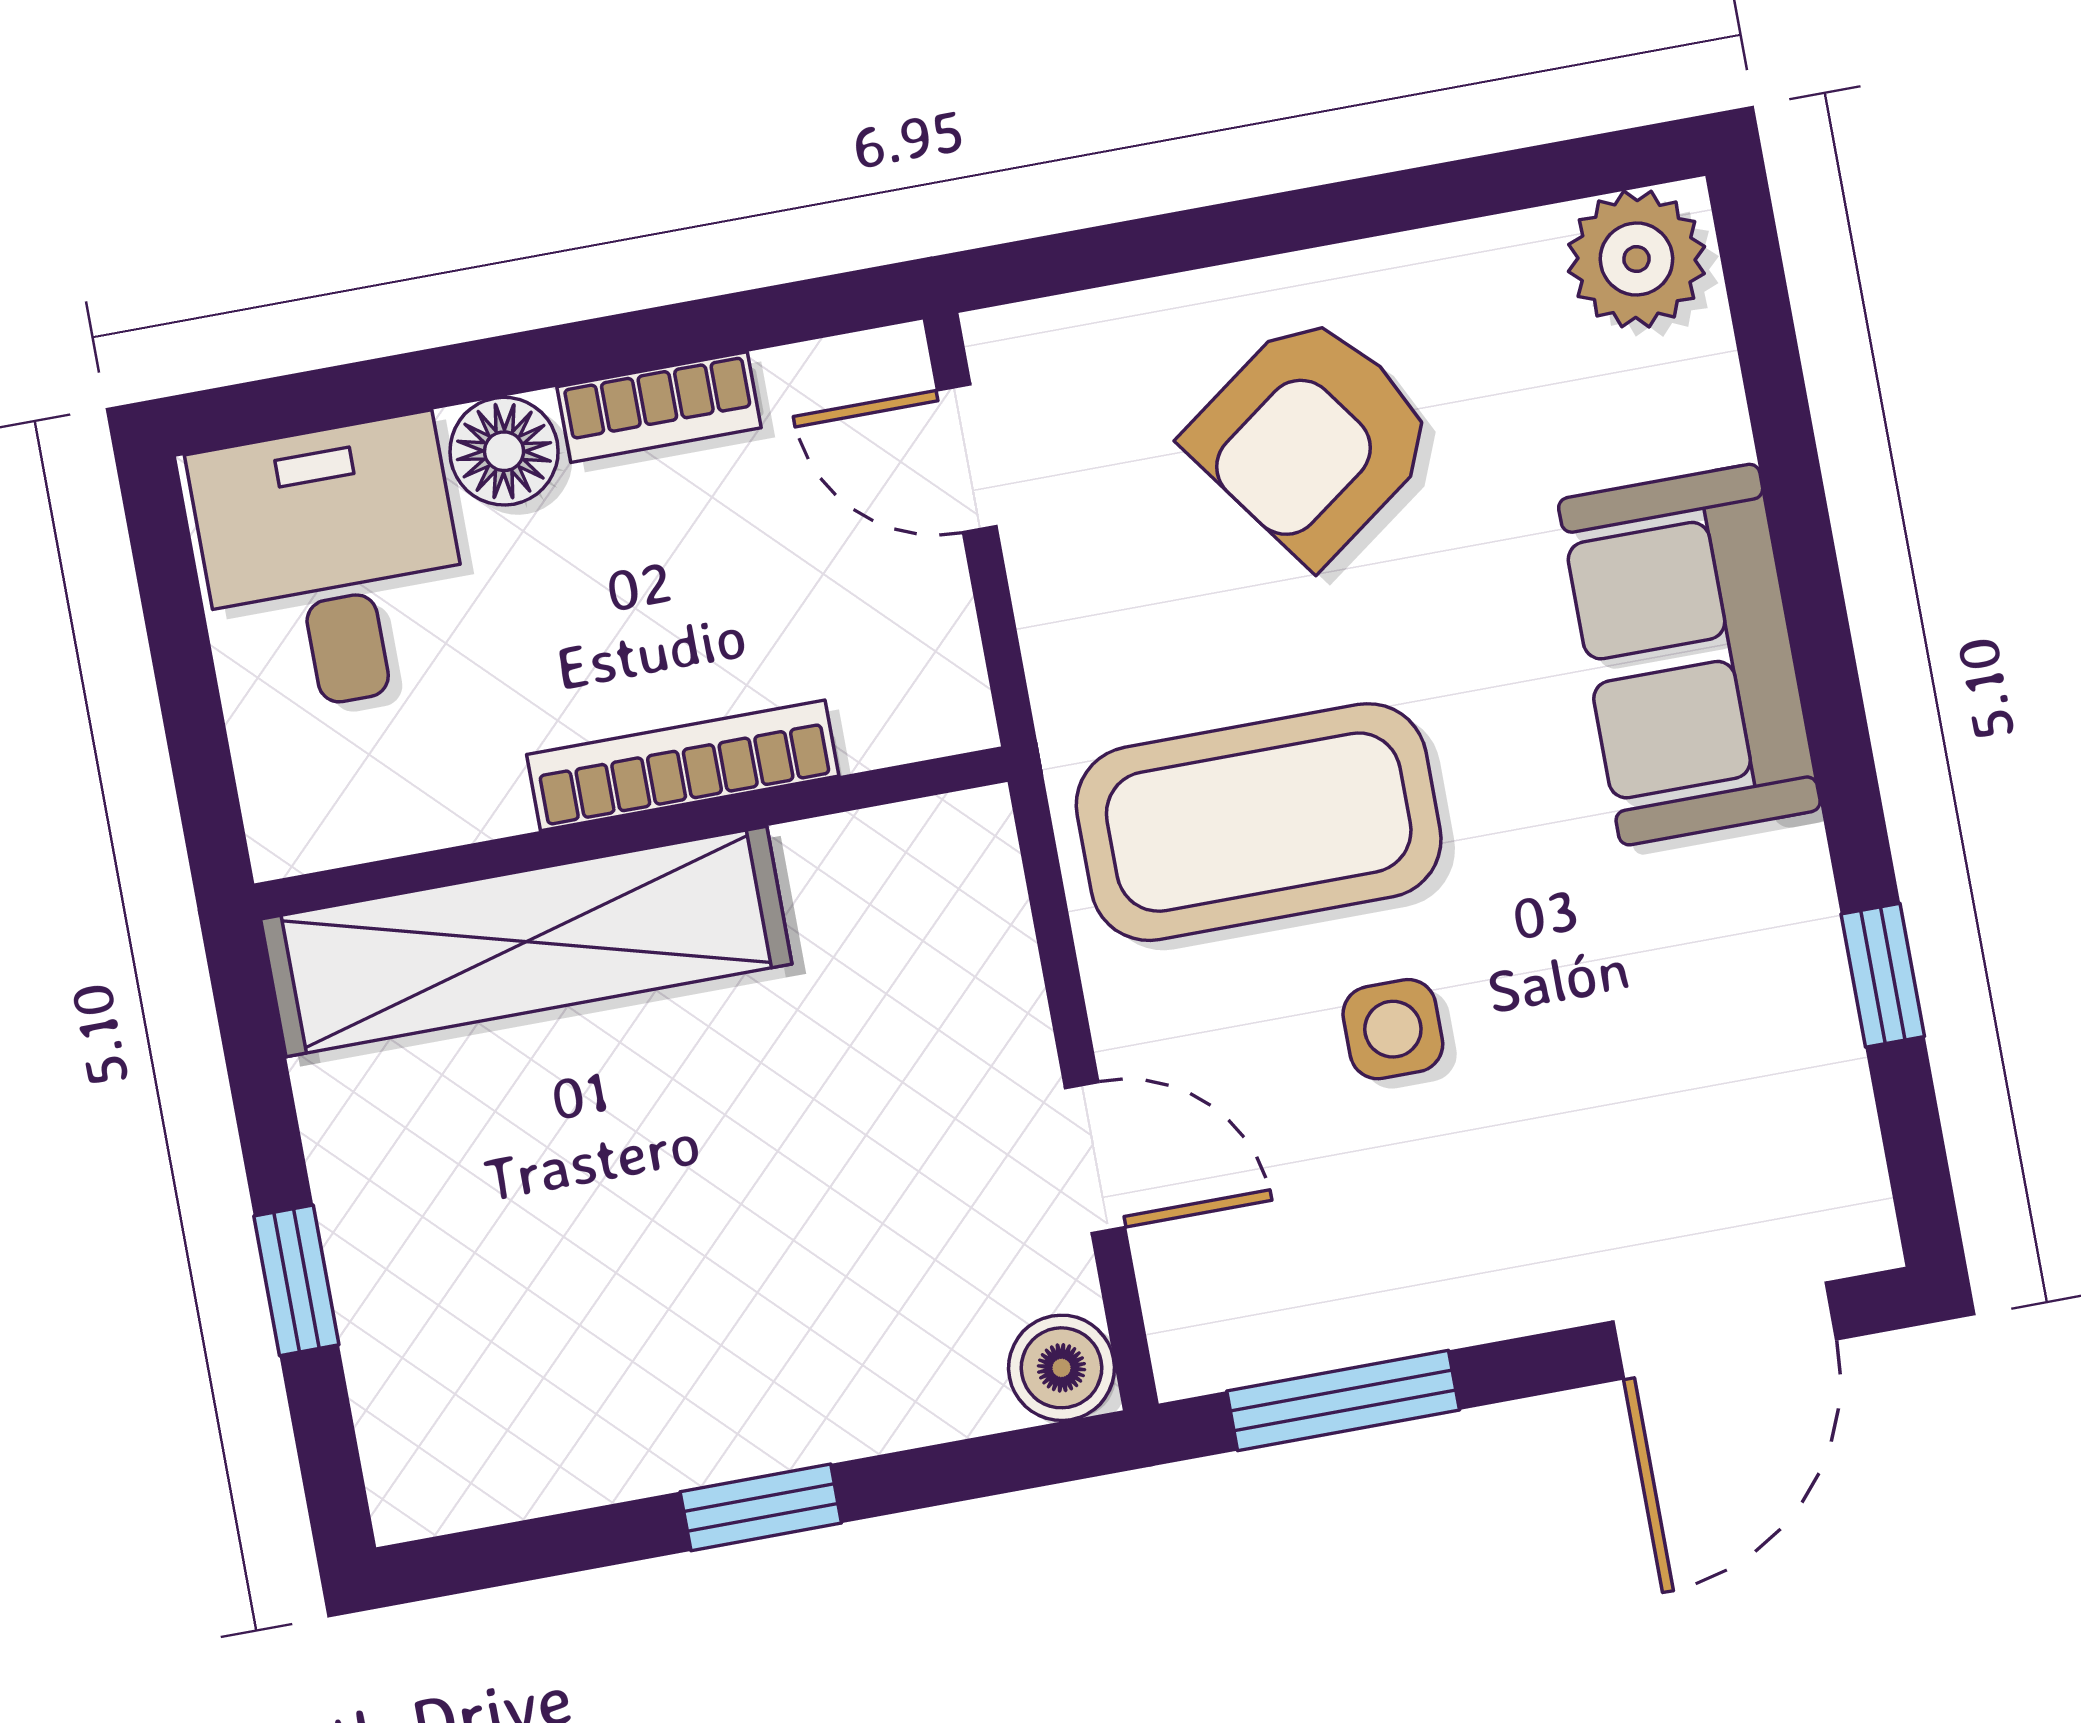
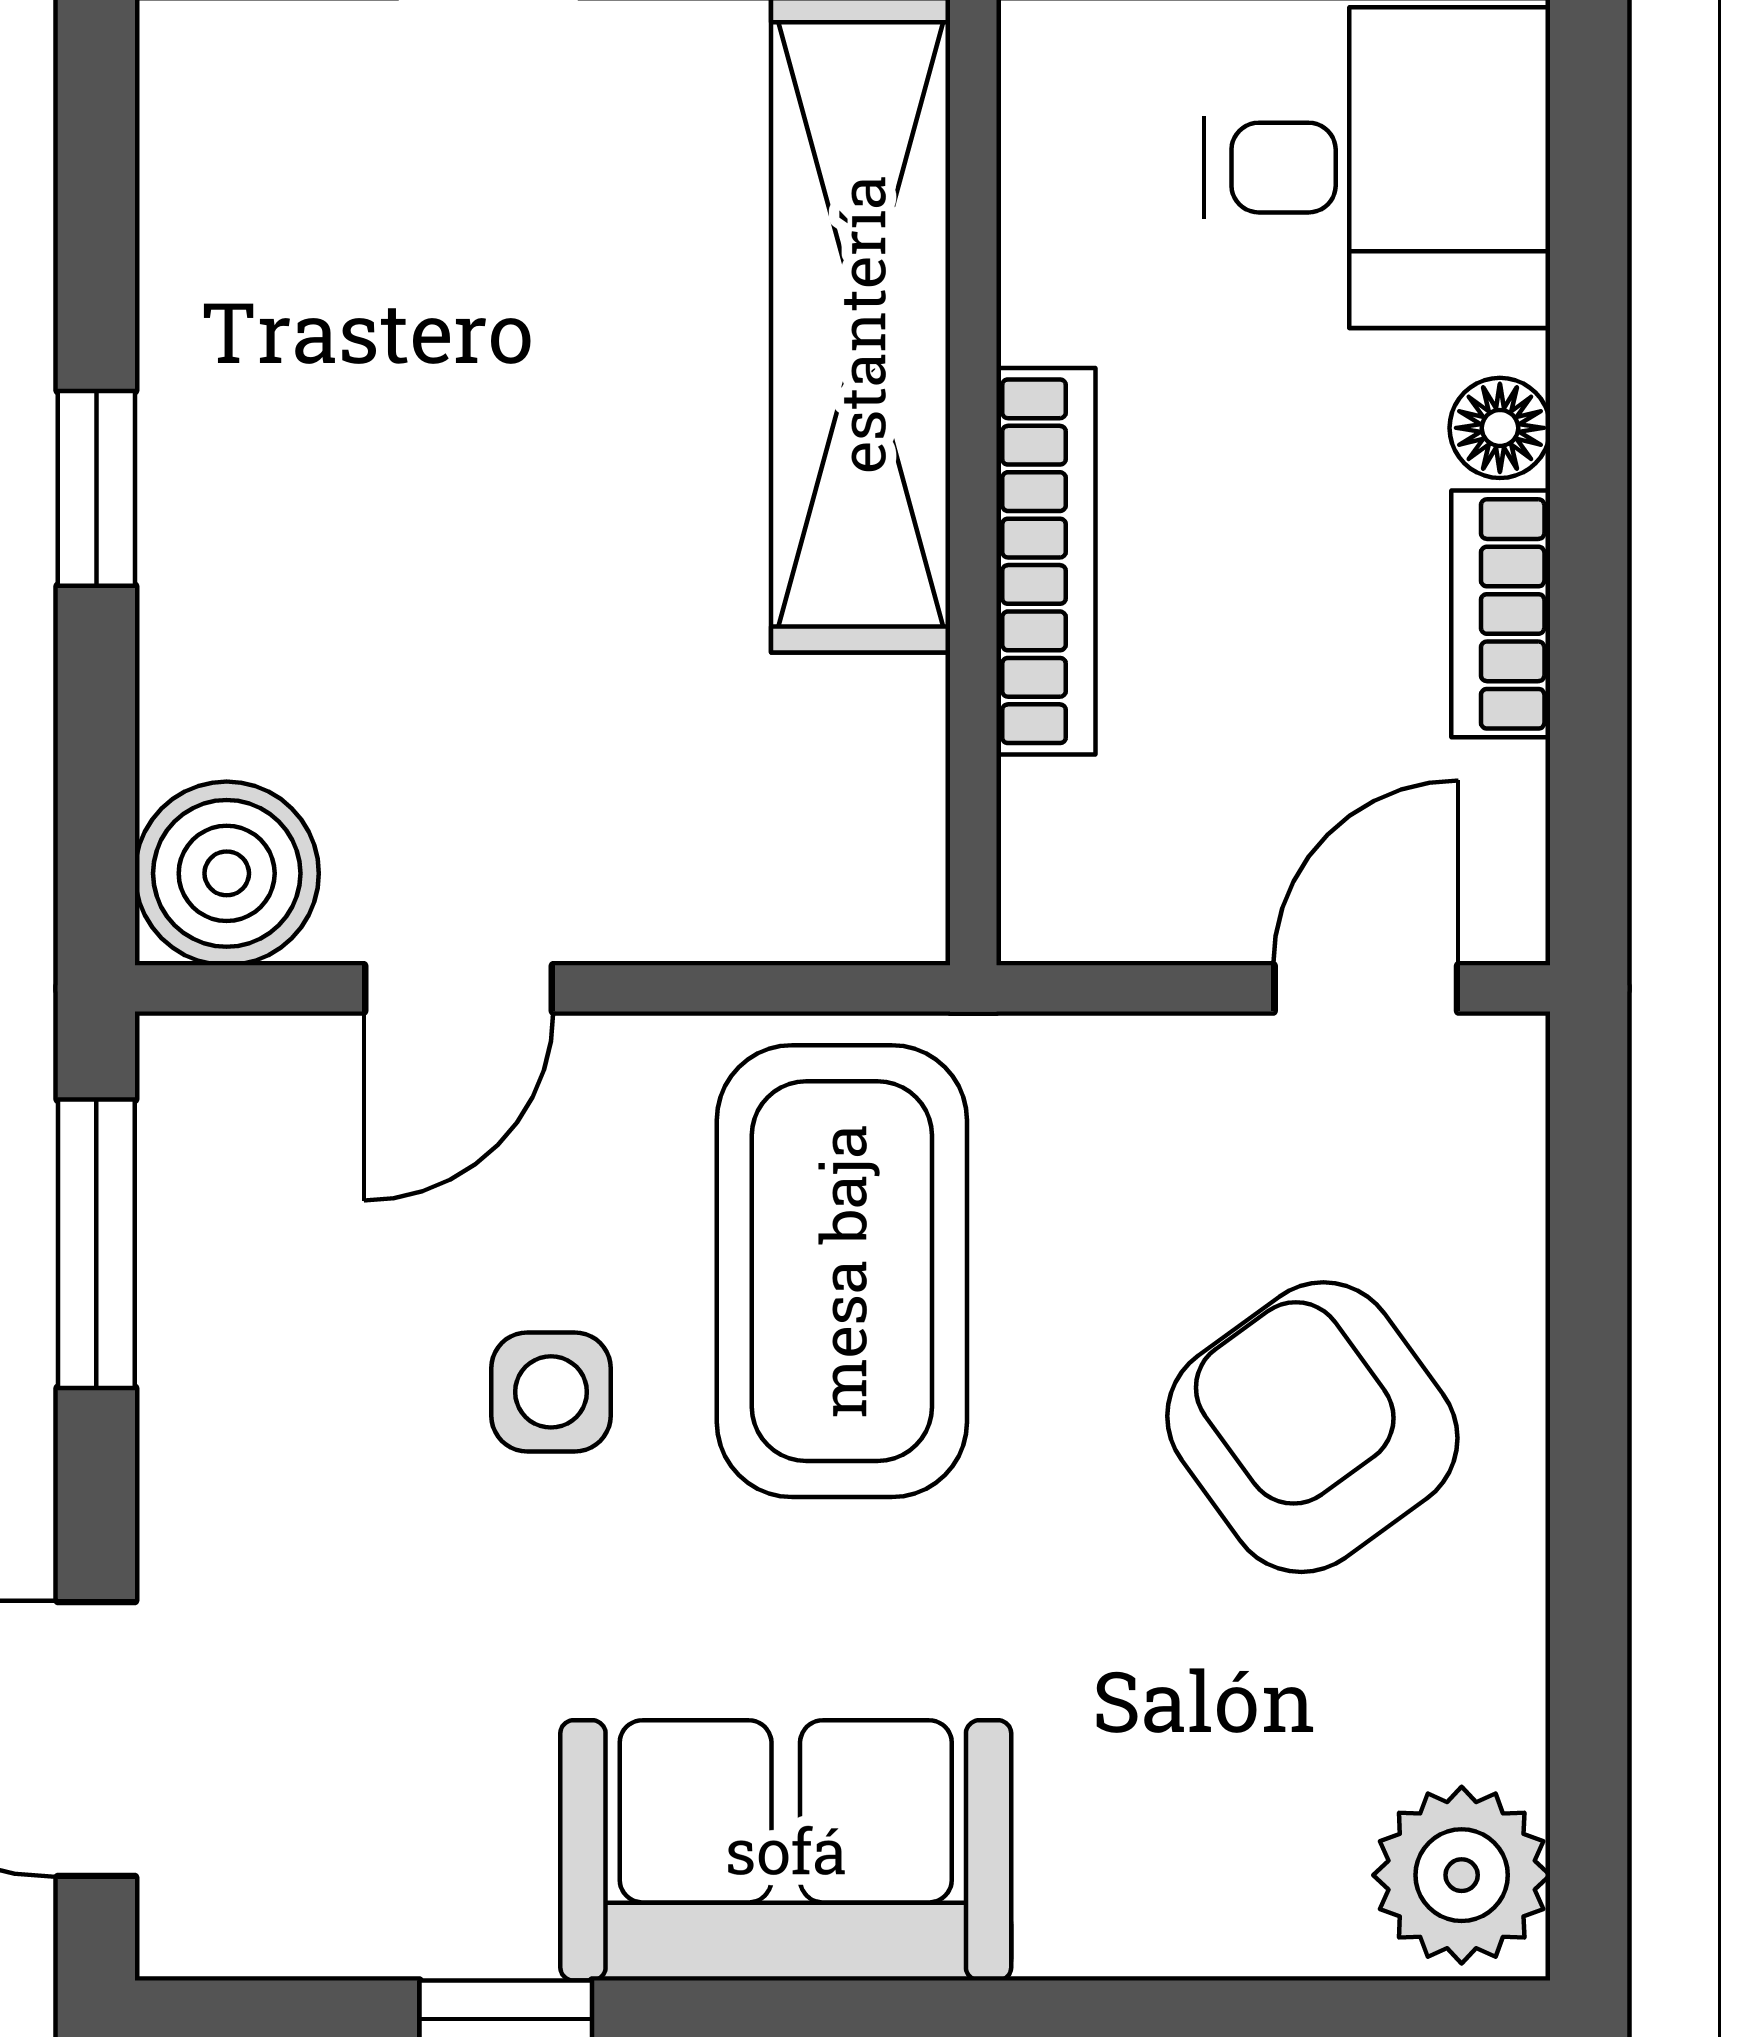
floor lamp: (504, 451) -> (1500, 428), width x0.73, depth x0.73
sofa: (1689, 655) -> (786, 1850), moved
boiler: (1062, 1368) -> (227, 873), width x1.36, depth x1.36

